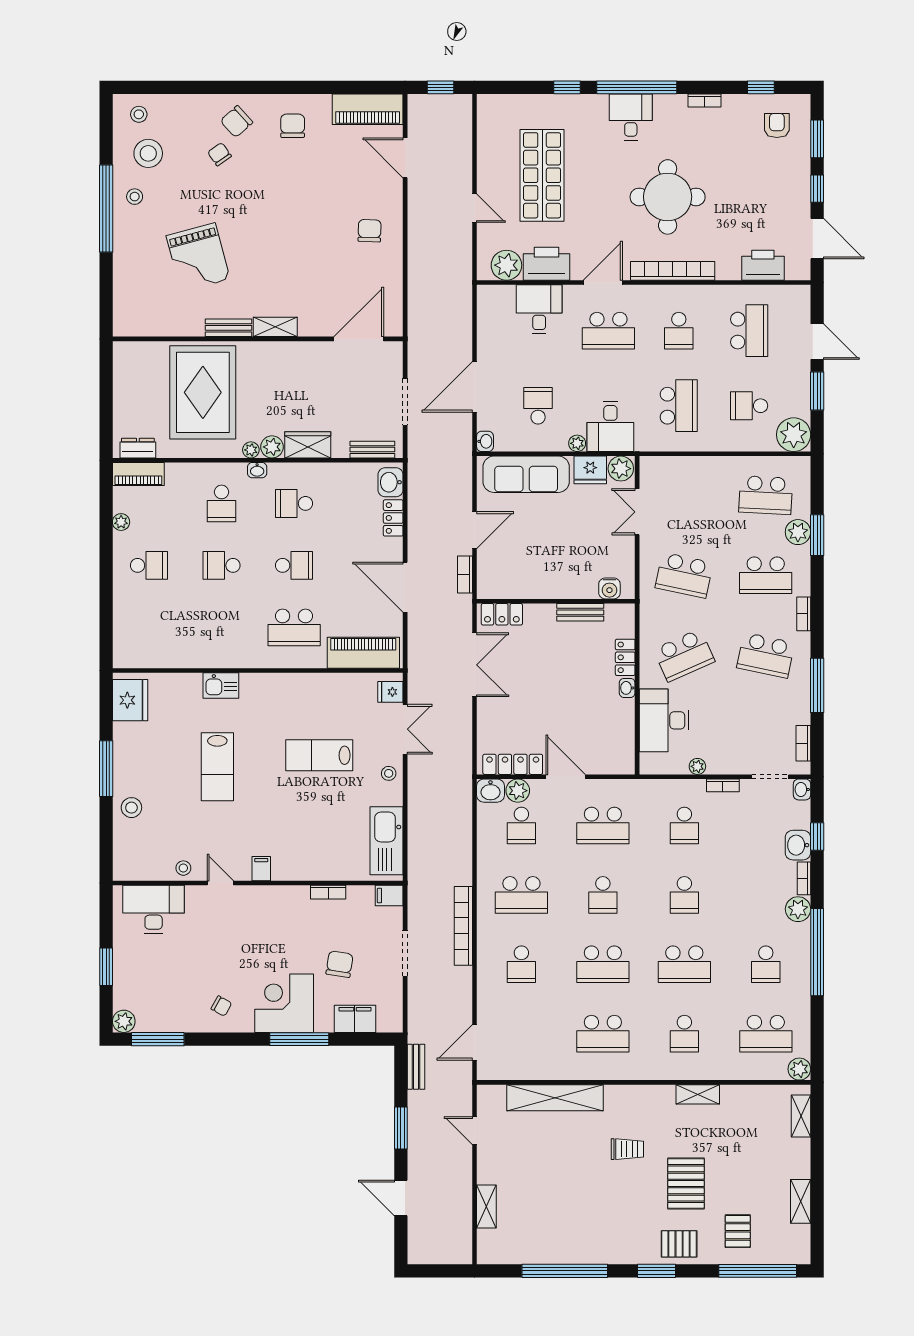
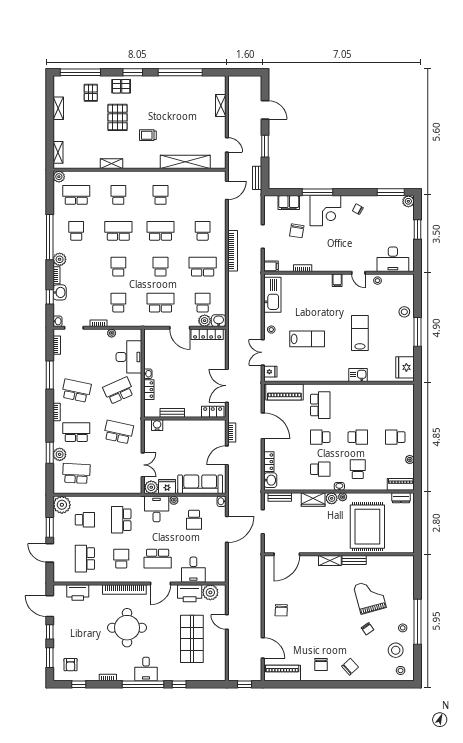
chair: (219, 154) -> (367, 629), moved
school desk: (608, 331) -> (158, 559), turned 180
school desk: (294, 627) -> (320, 405), turned 90
school desk: (603, 1034) -> (160, 195), width x0.54

